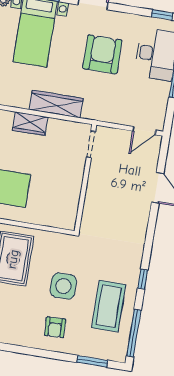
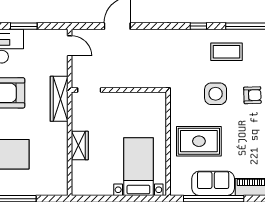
wardrobe: (56, 104) -> (59, 99), moved
coffee table: (109, 306) -> (227, 52), width x0.73, depth x0.76

